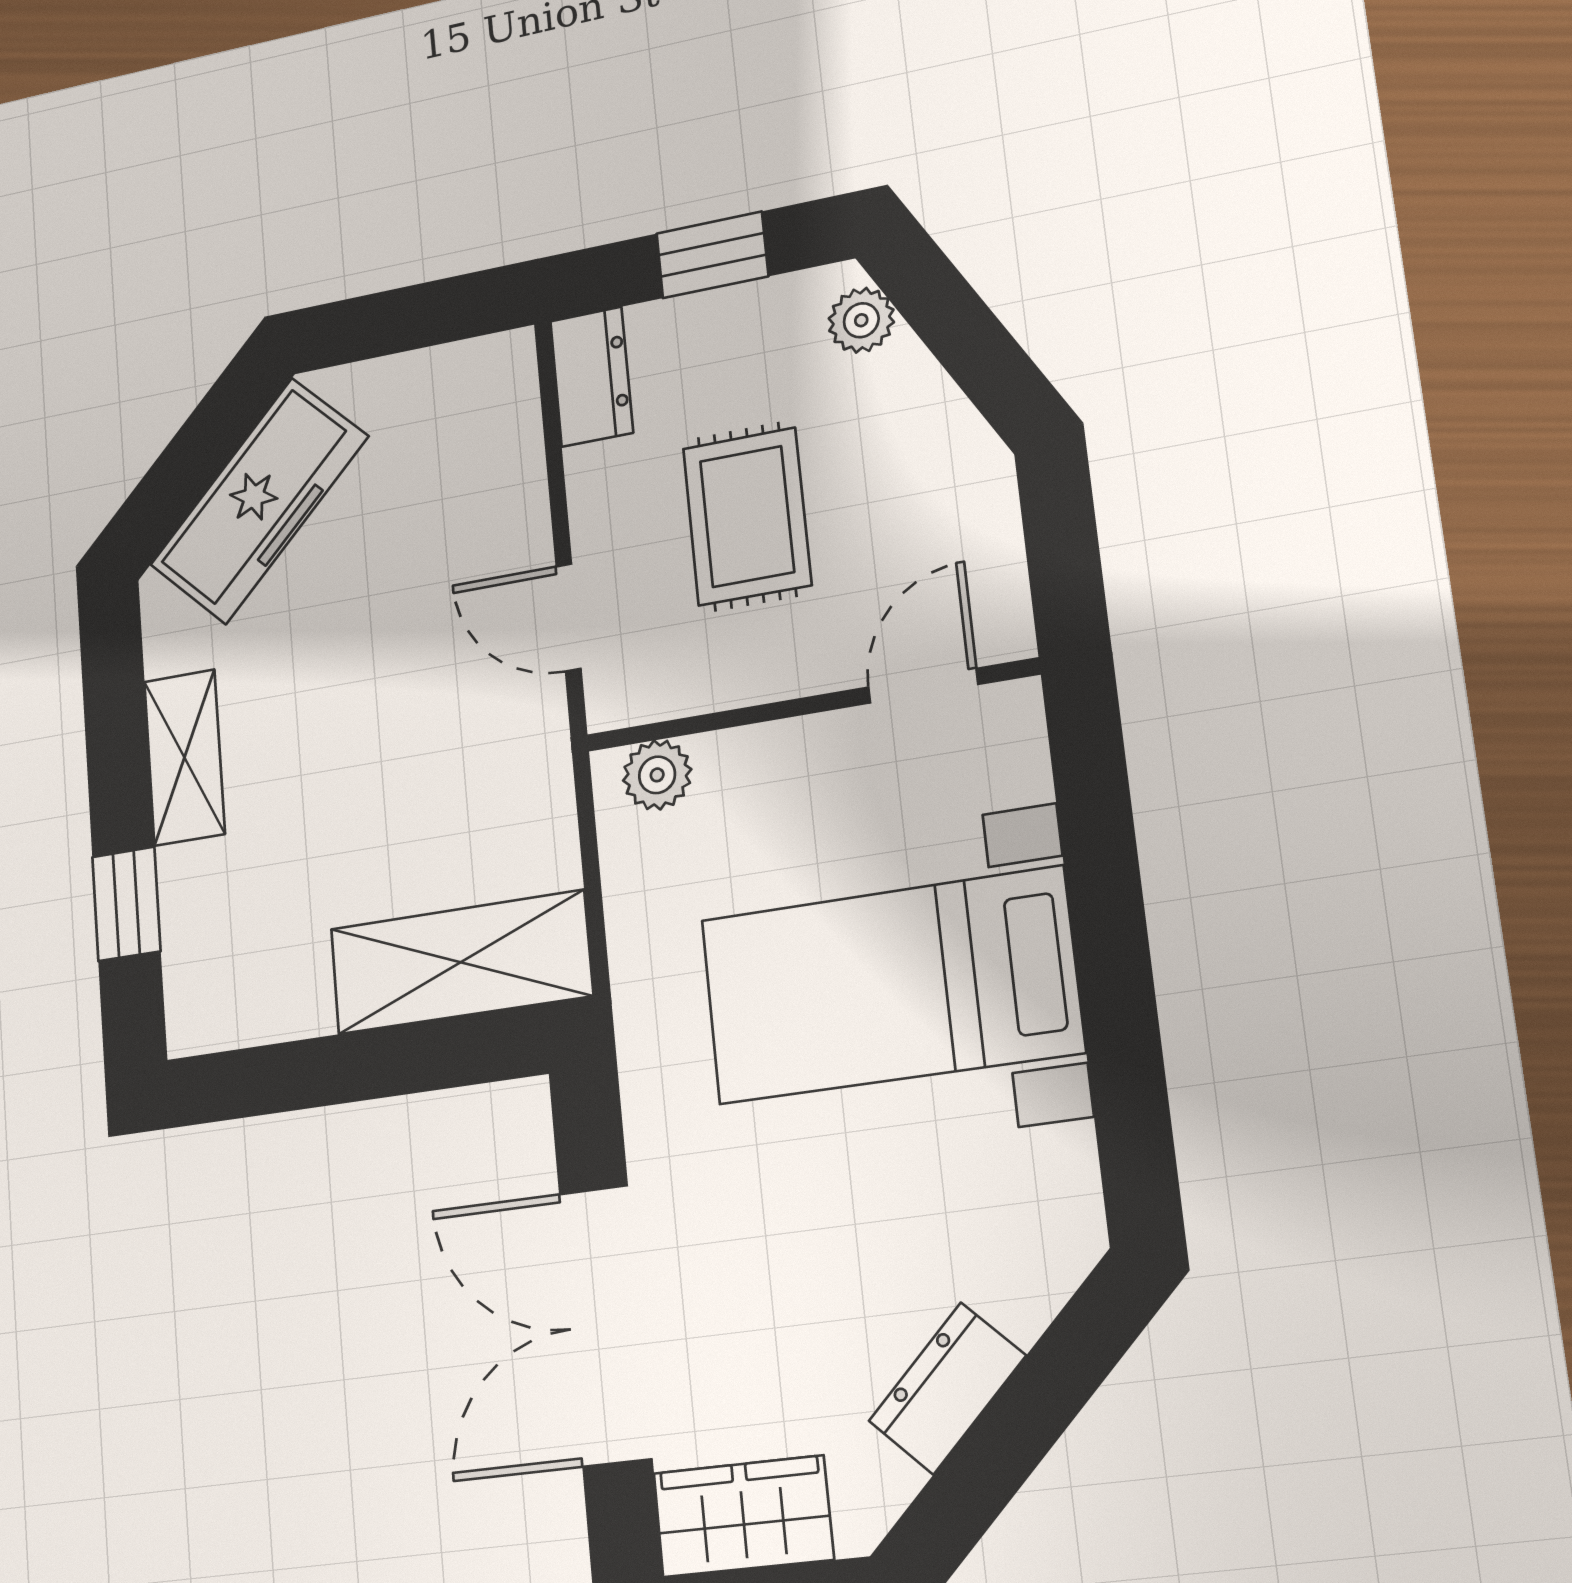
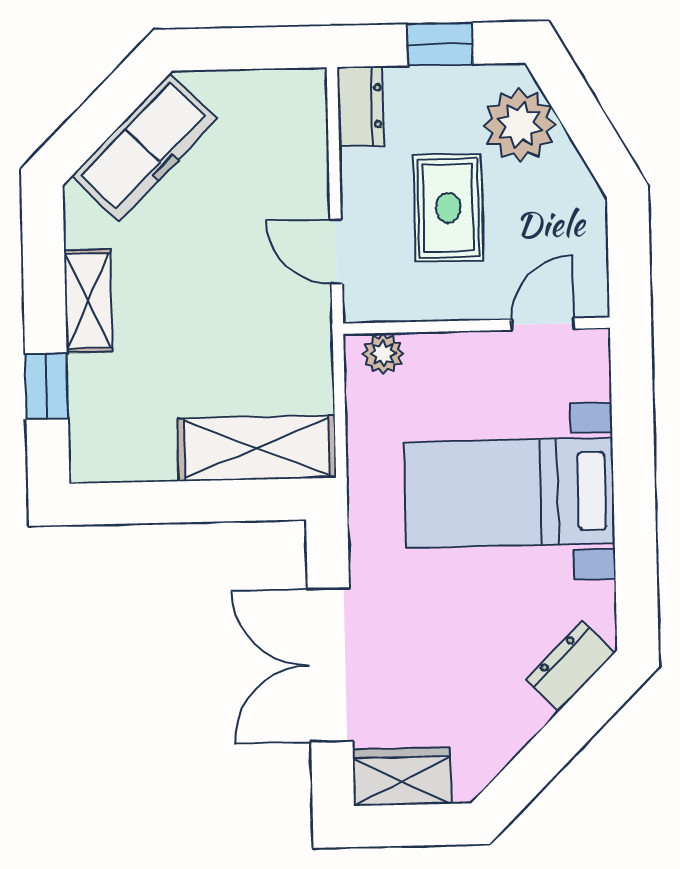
plant: (861, 320) -> (520, 125), width x1.87, depth x1.87
dresser: (947, 1388) -> (570, 666), moved

